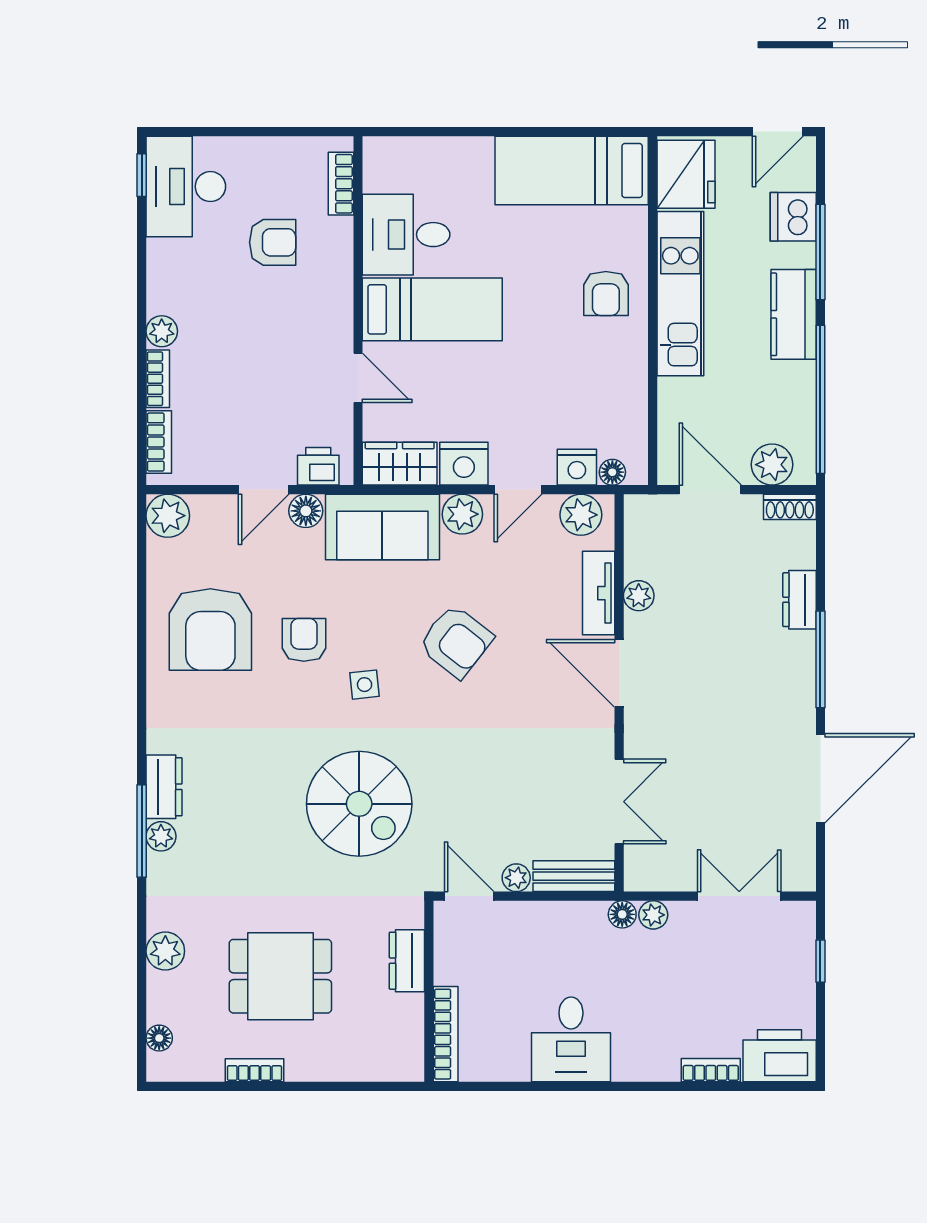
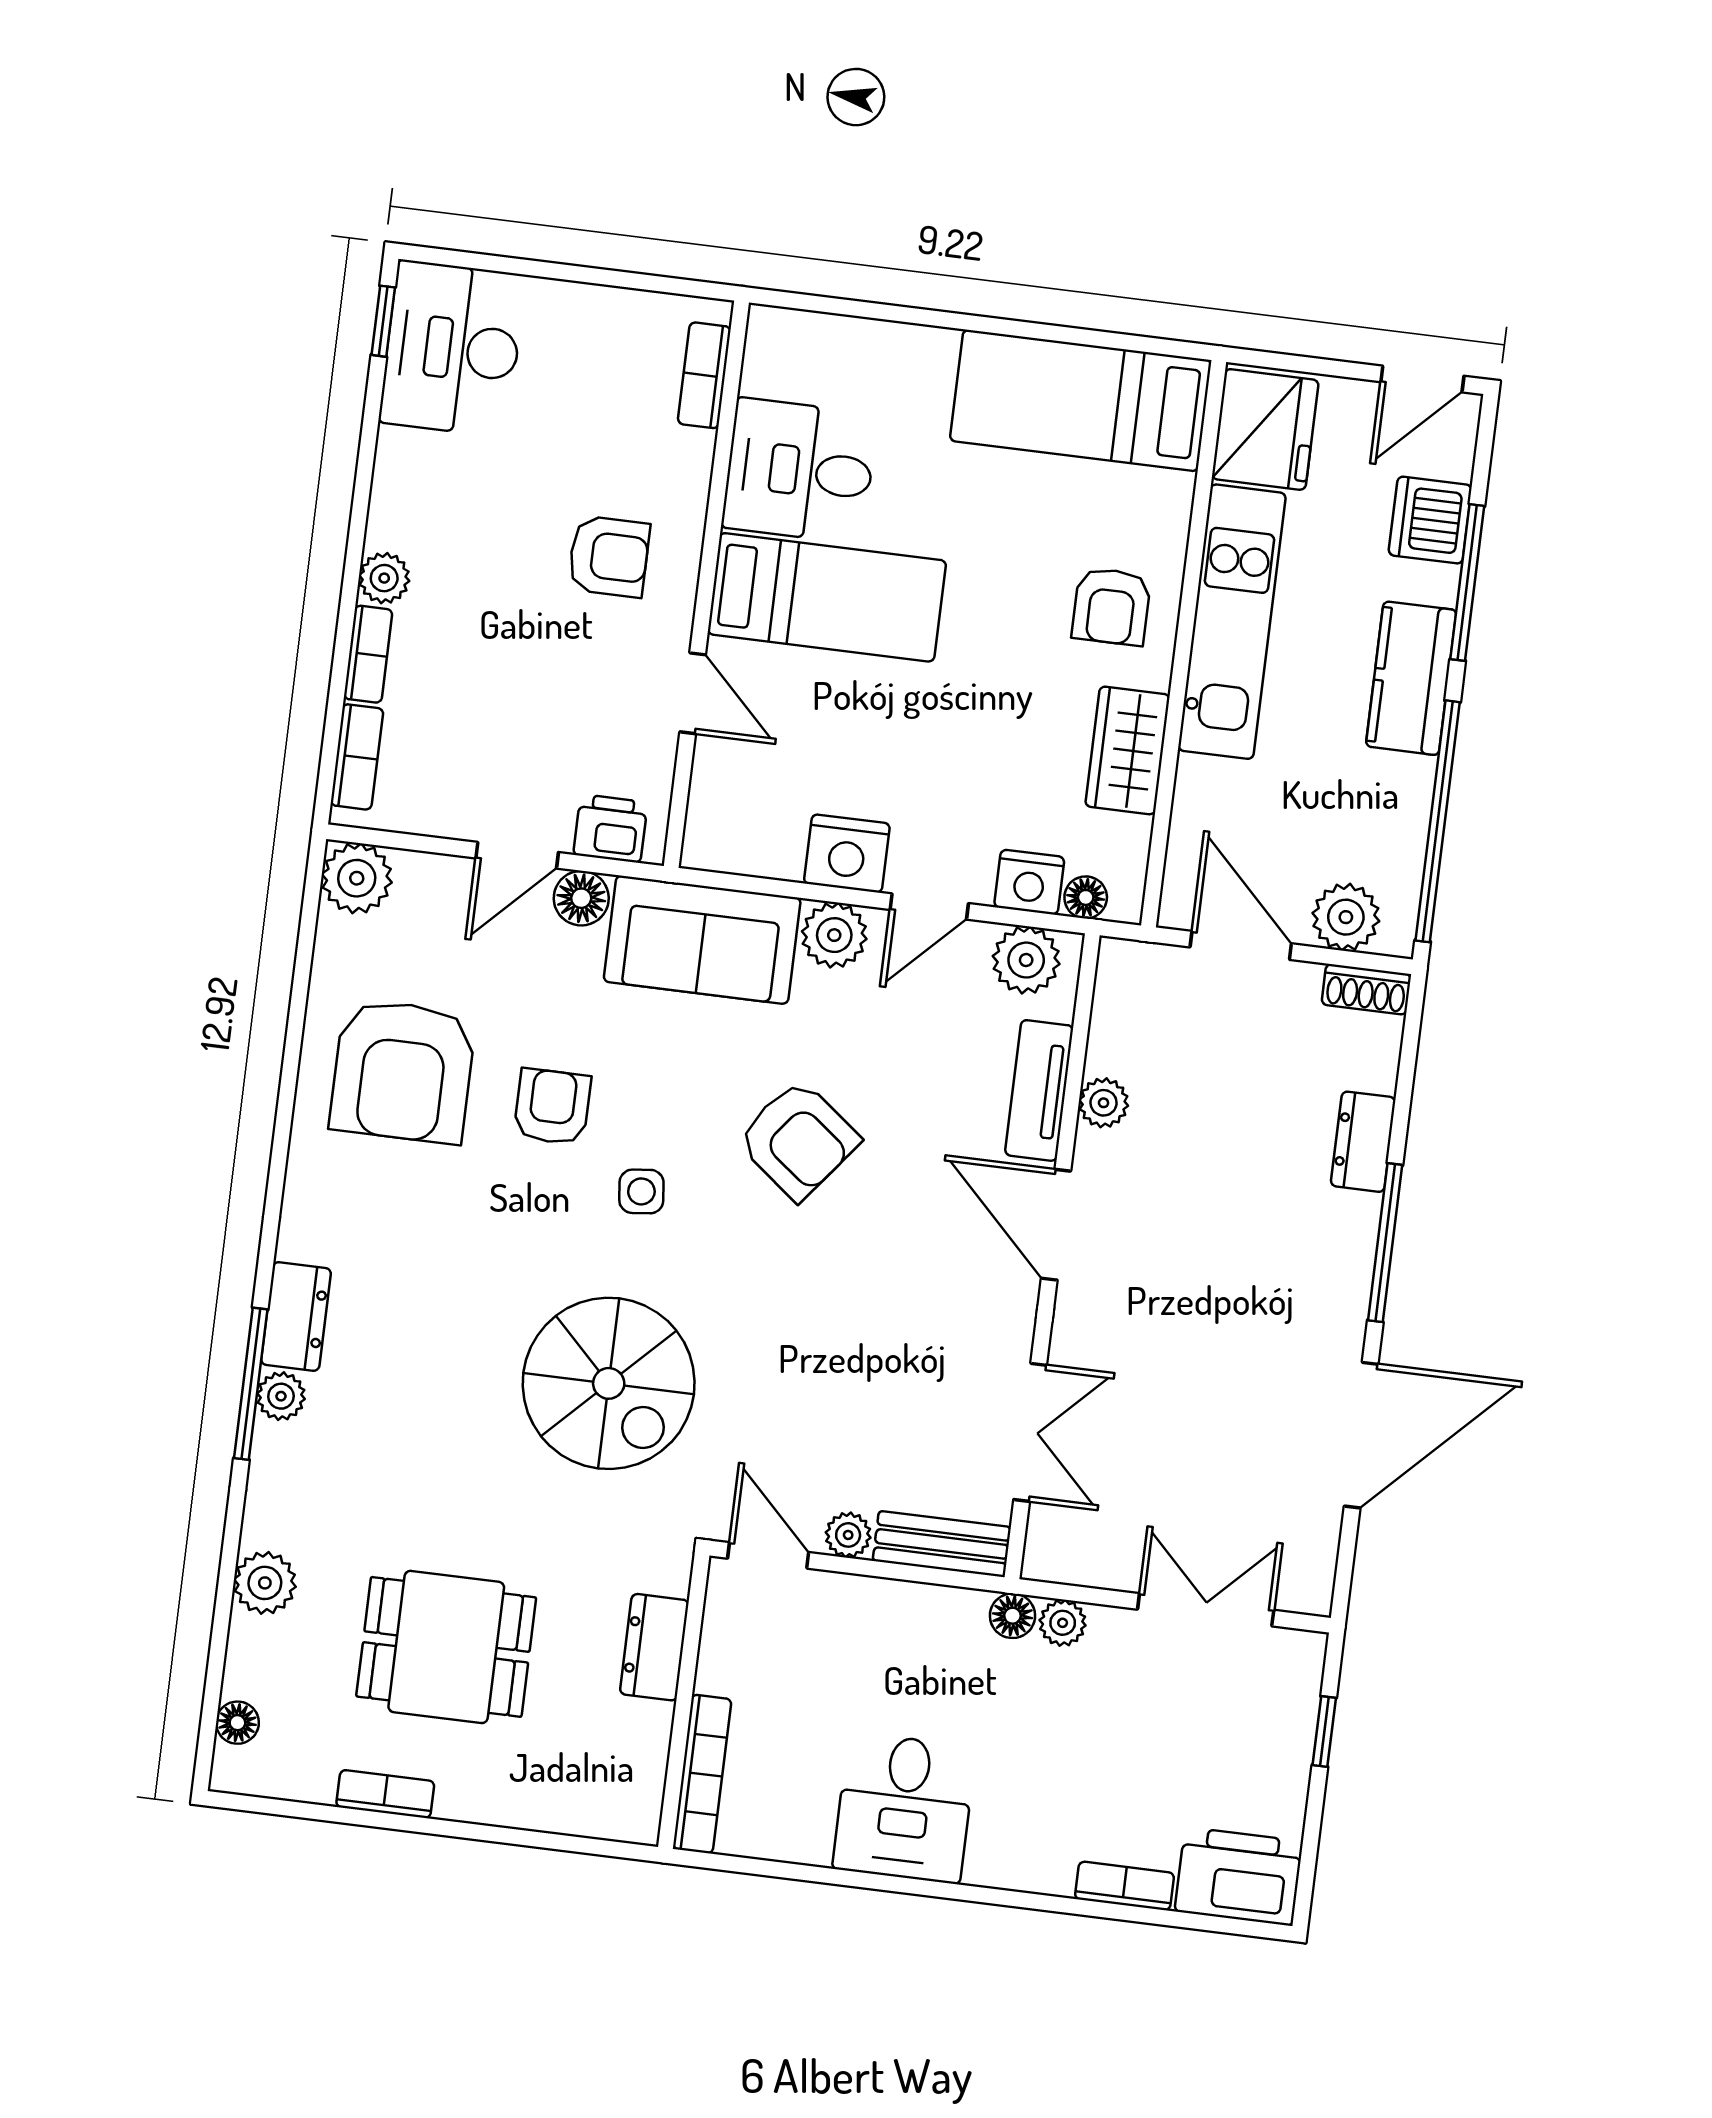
armchair: (273, 242) -> (609, 556), moved
wardrobe: (400, 464) -> (1127, 750), moved, turned -90

